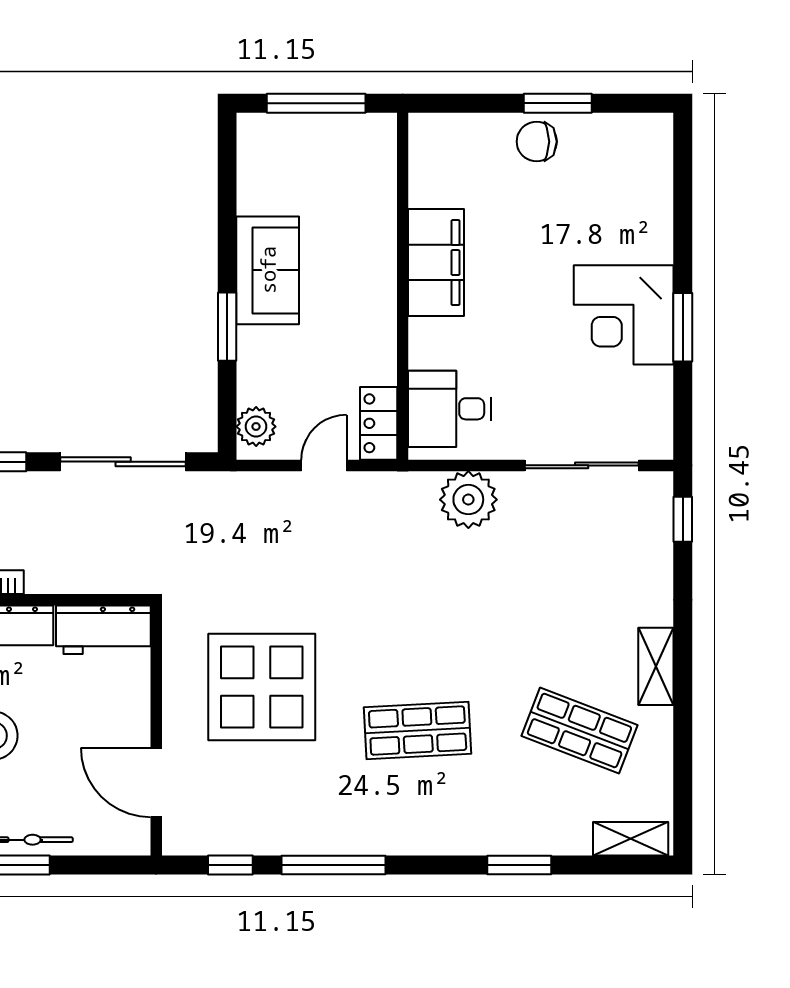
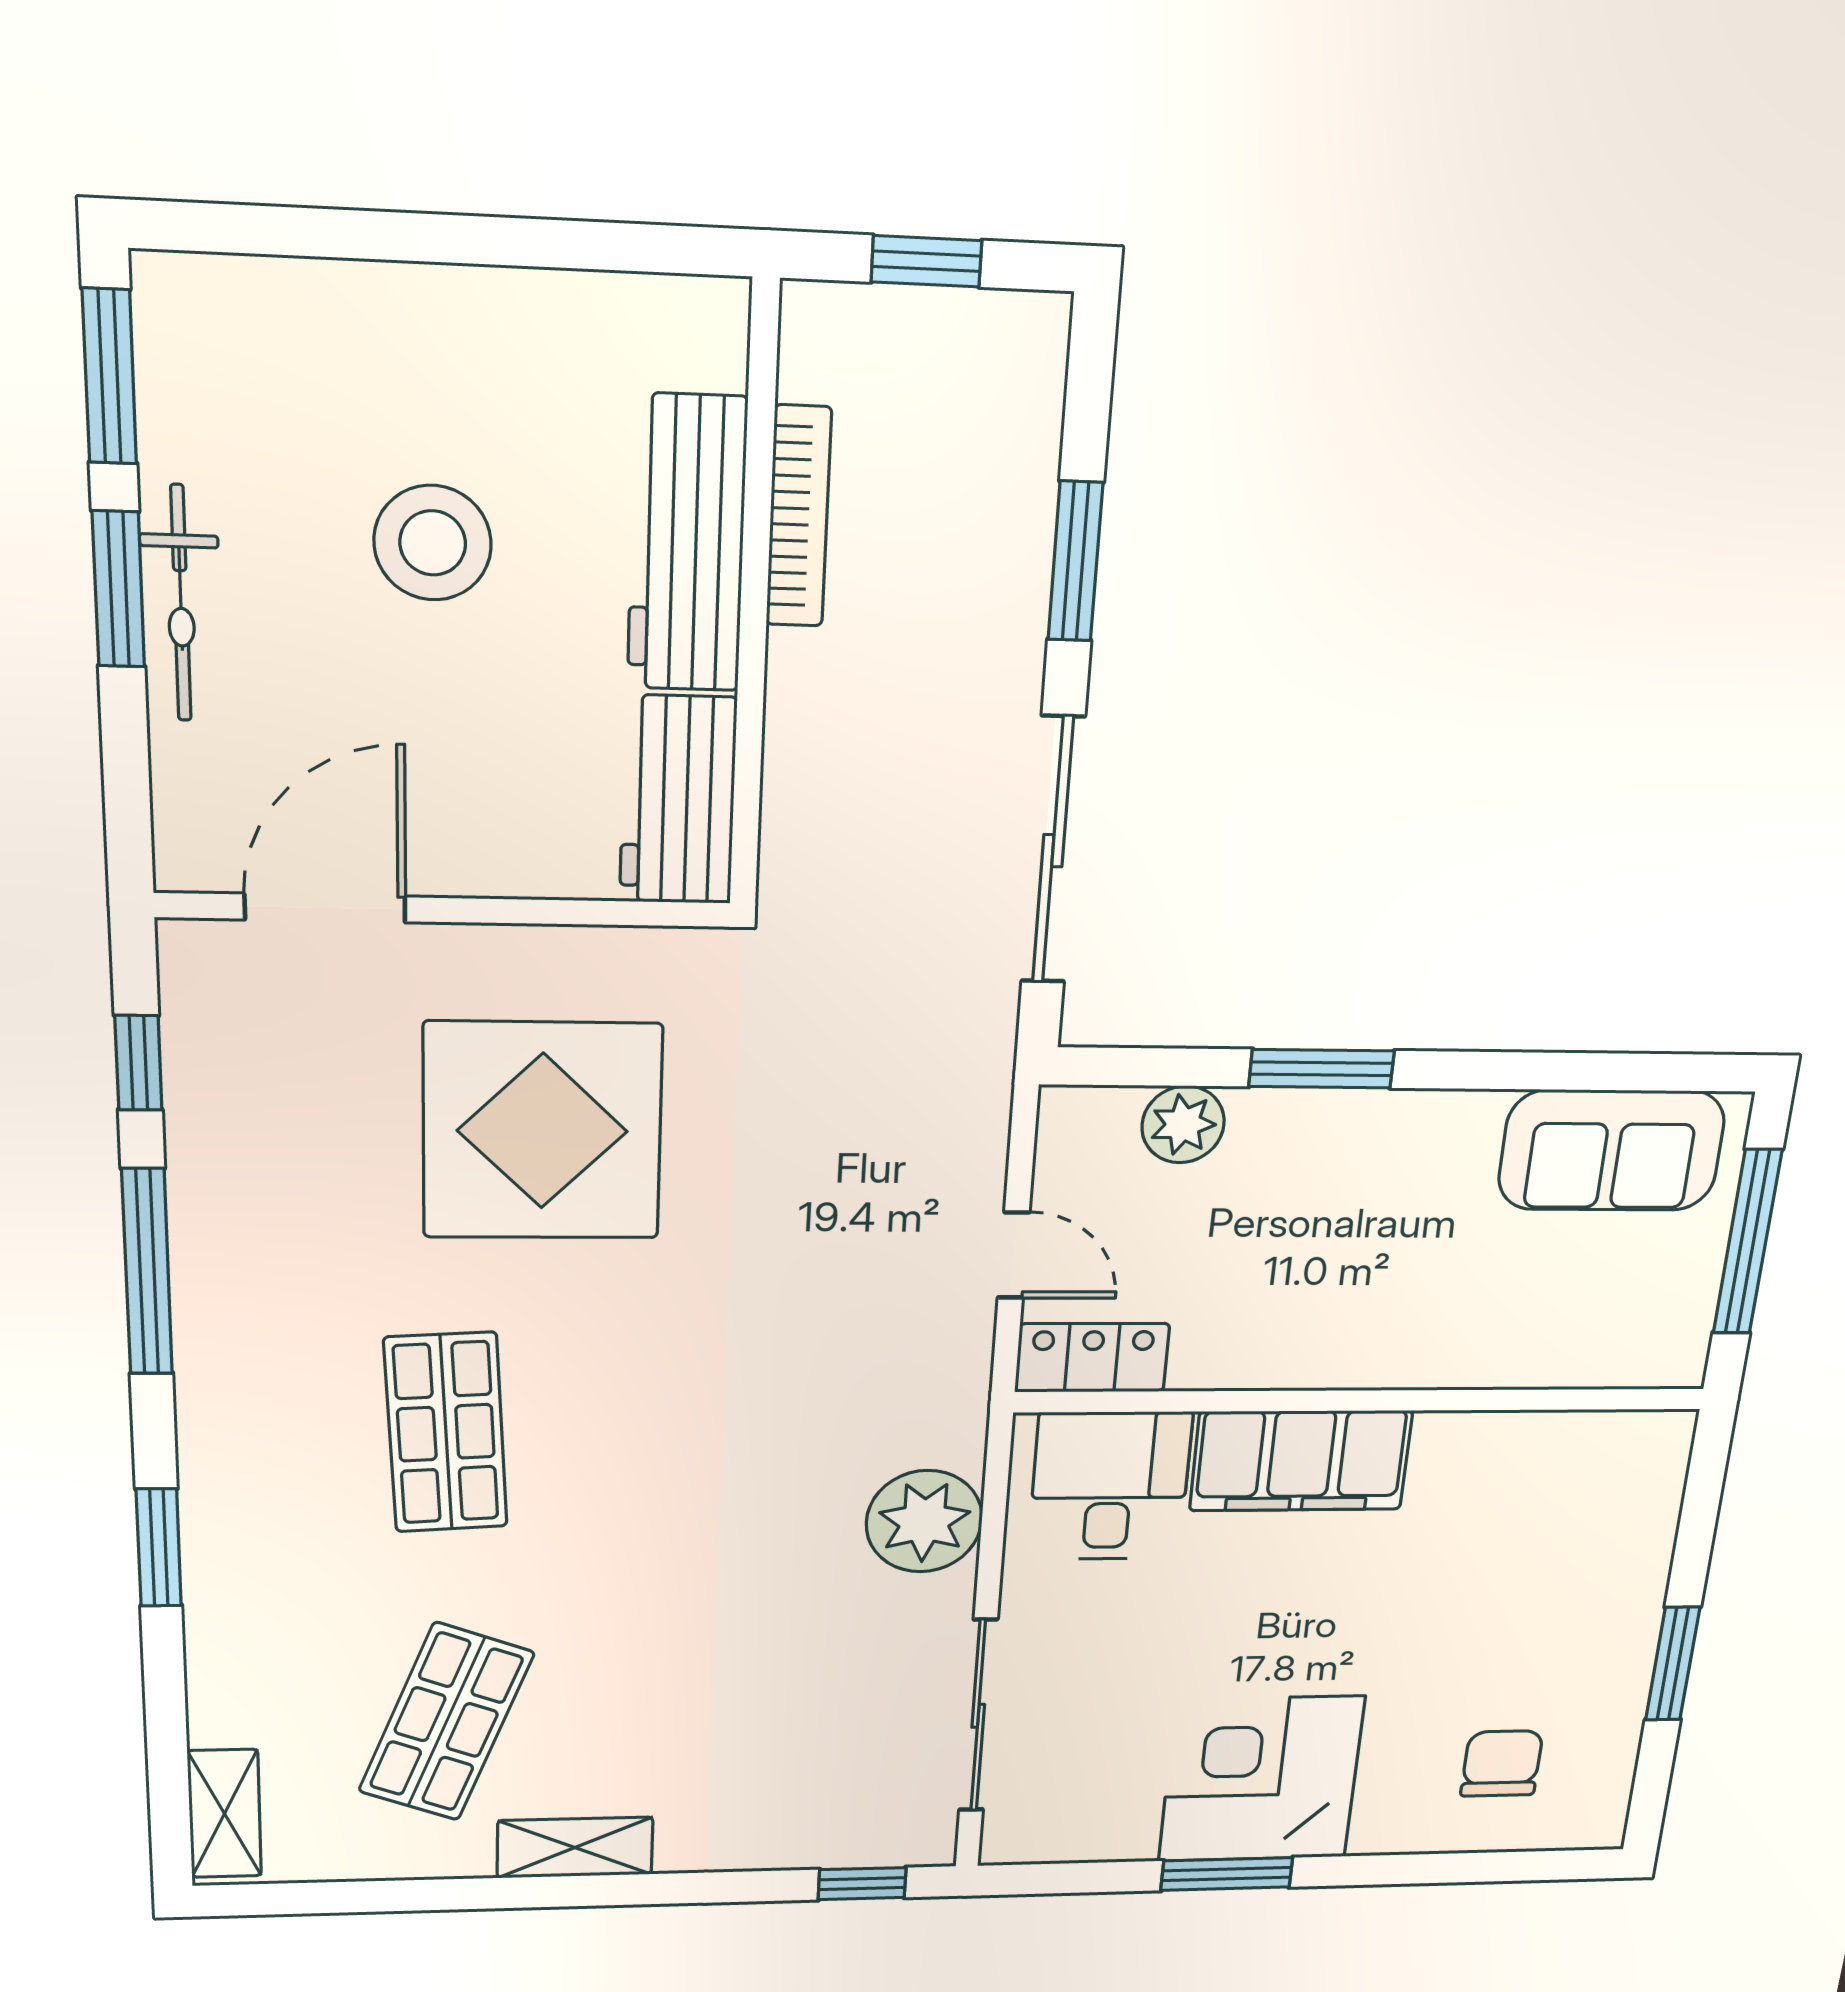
chair: (537, 142) -> (1502, 1764), moved
filing cabinet: (436, 263) -> (1301, 1461), moved
sofa: (268, 270) -> (1612, 1150), moved
plant: (256, 427) -> (1183, 1124), moved
window: (519, 865) -> (159, 1548), moved

